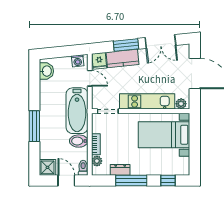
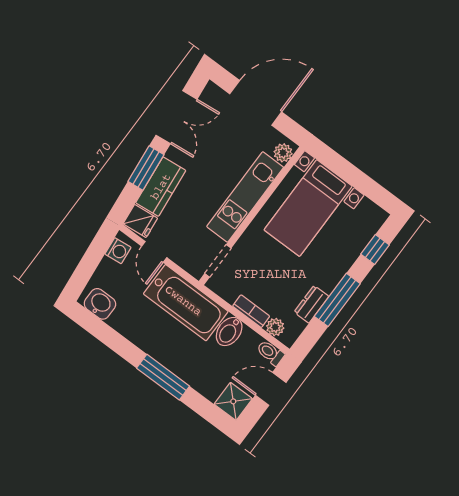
door: (90, 78) -> (154, 252), swing flipped

